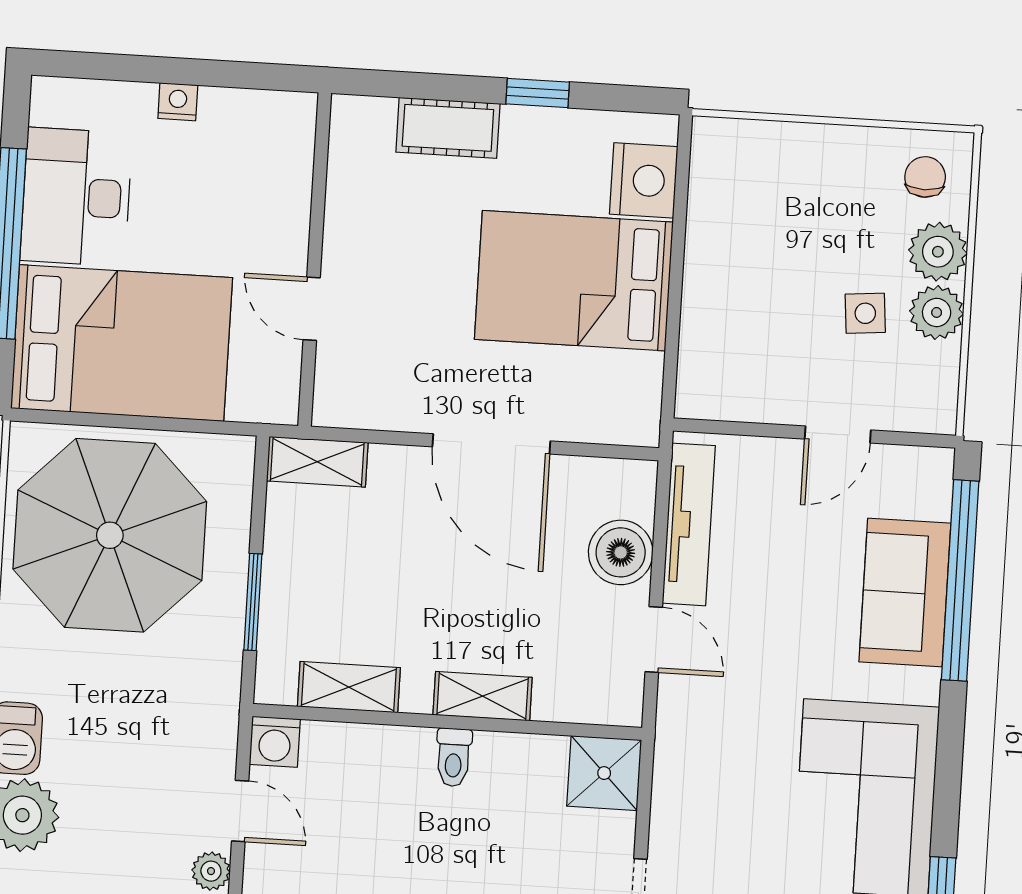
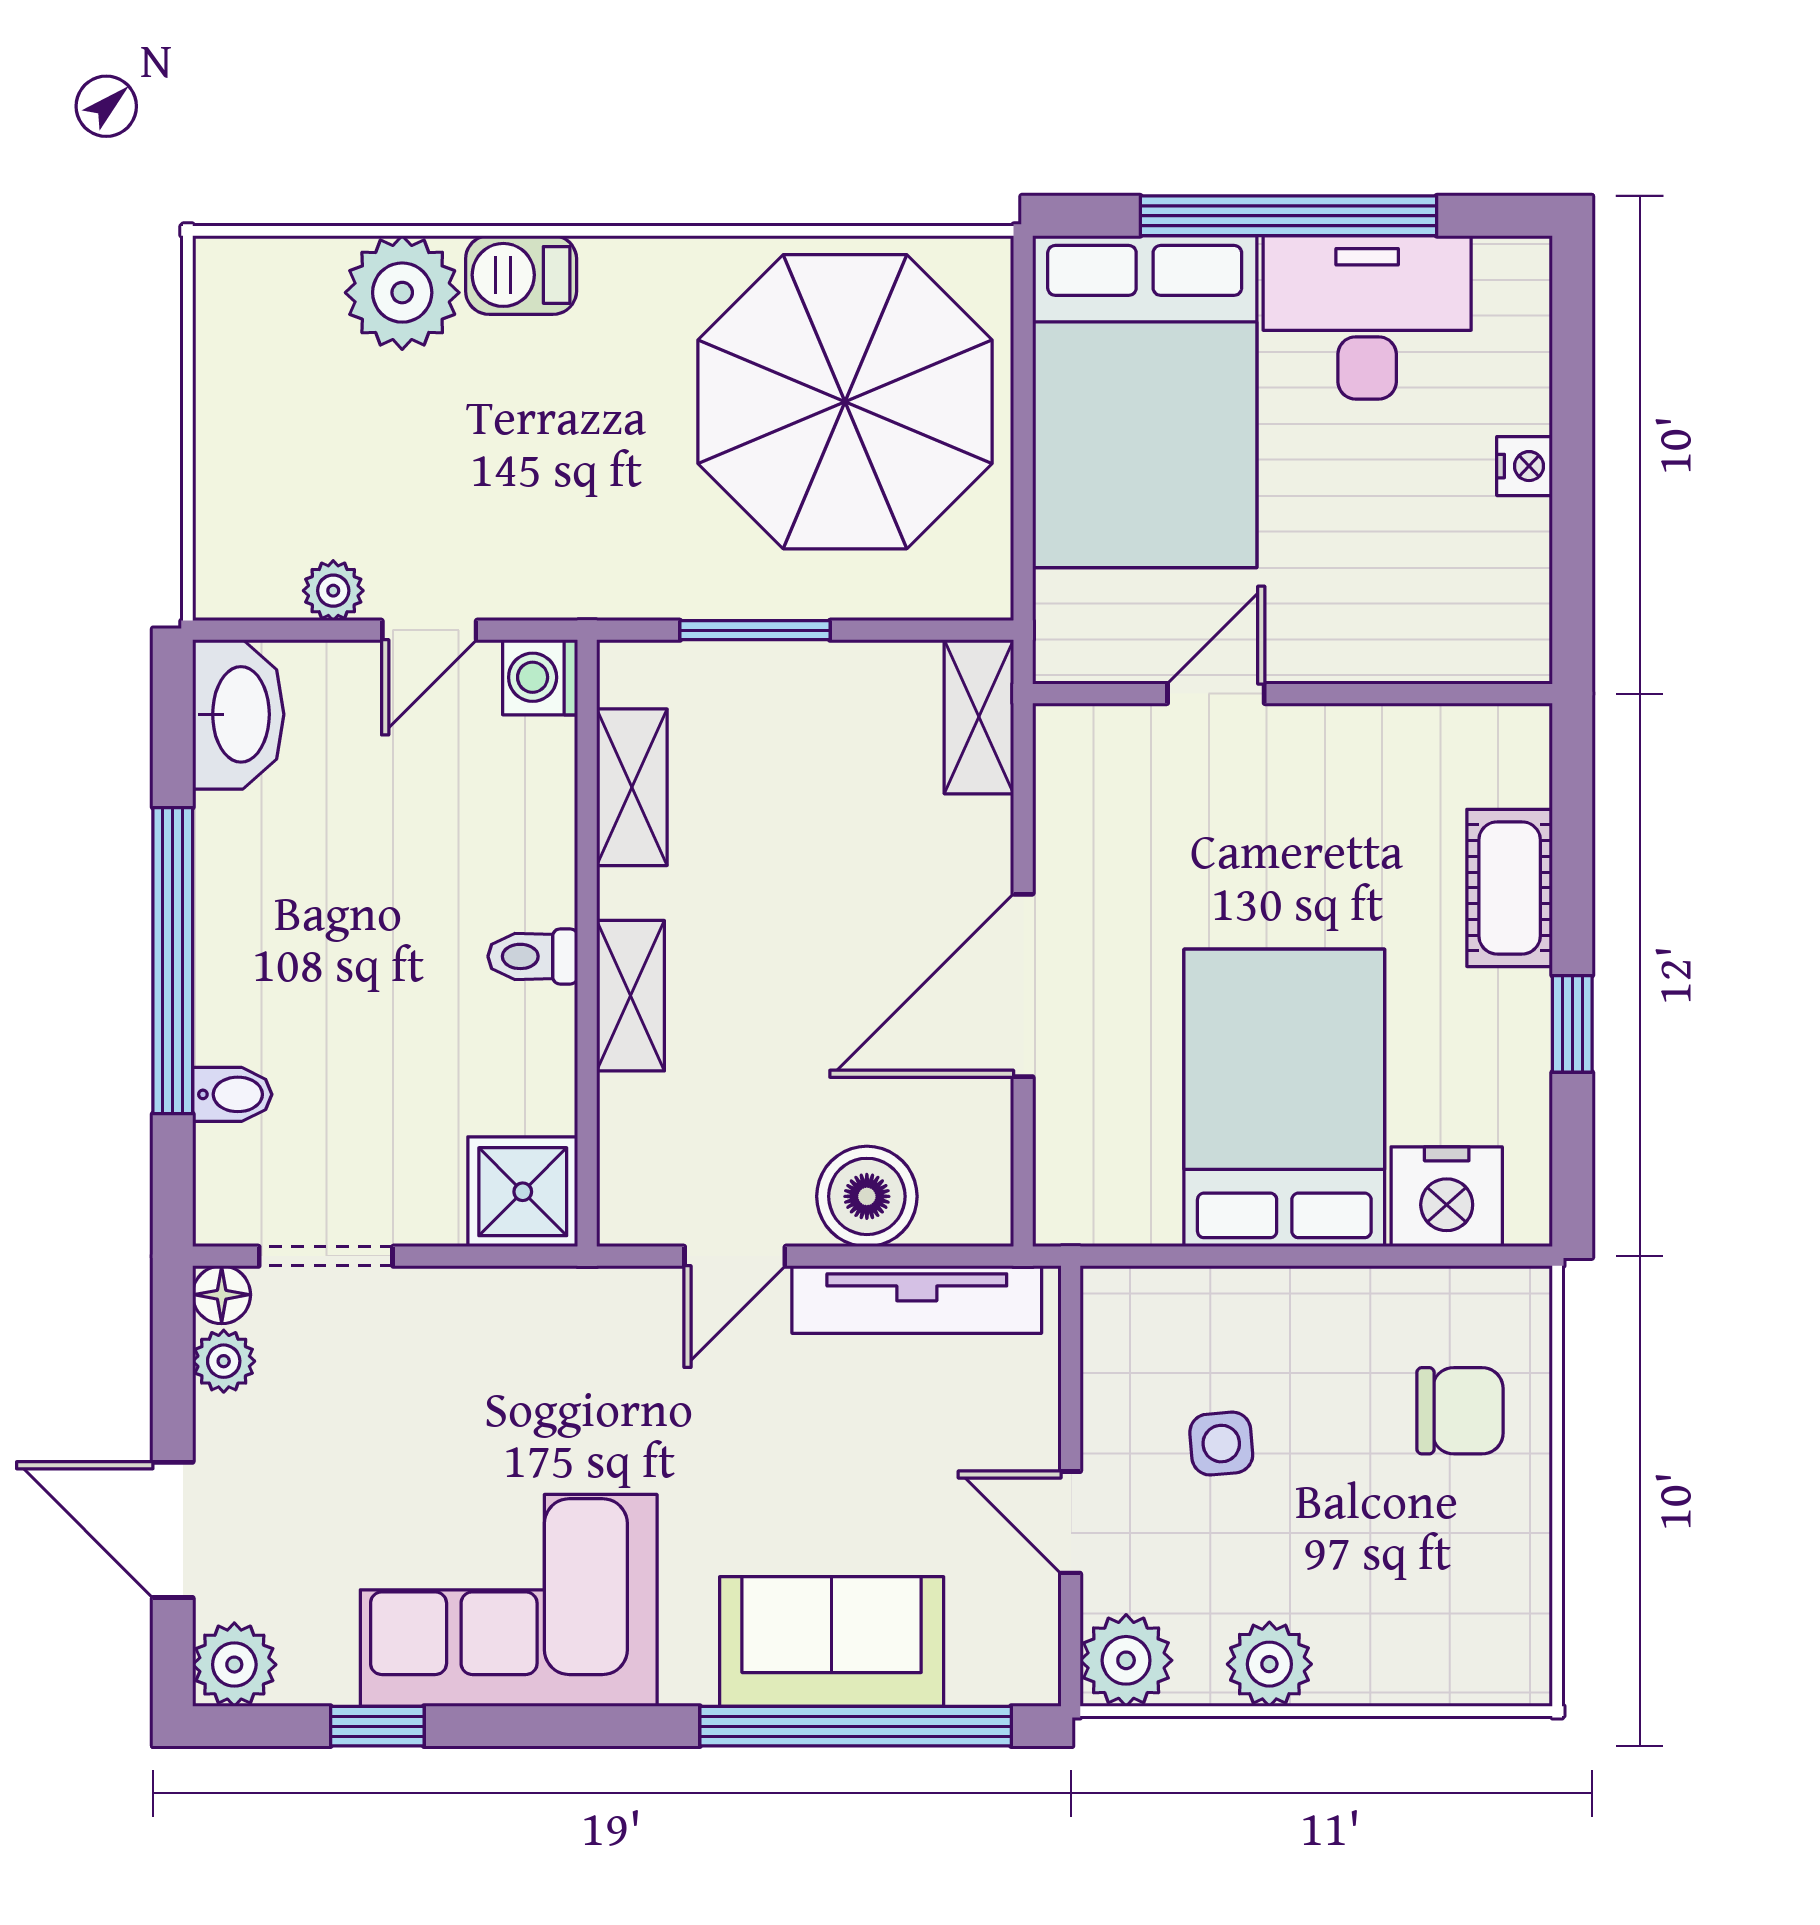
chair: (925, 177) -> (1460, 1411), moved, width x1.37, depth x1.37
plant: (938, 252) -> (1126, 1660), moved
side table: (865, 313) -> (1221, 1444), moved

